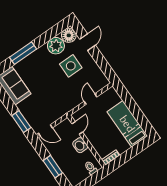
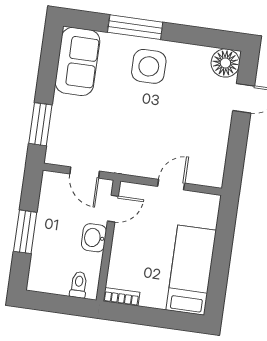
plant: (56, 46) -> (193, 61), removed
side table: (71, 66) -> (149, 66), moved
door: (45, 130) -> (85, 172), moved

